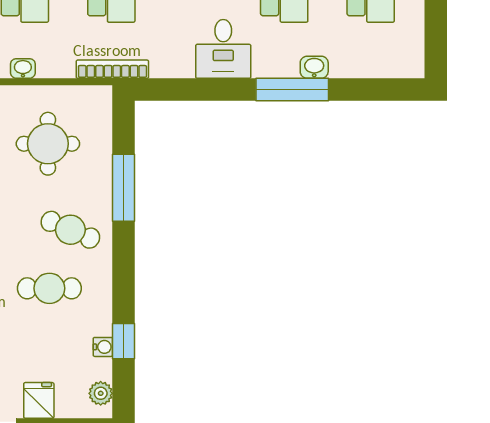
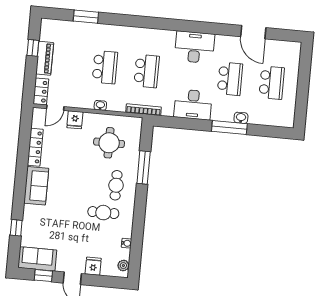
desk: (223, 49) -> (193, 104), width x1.37
cafe table: (70, 230) -> (116, 185), turned 67
window: (124, 341) -> (137, 241), removed

